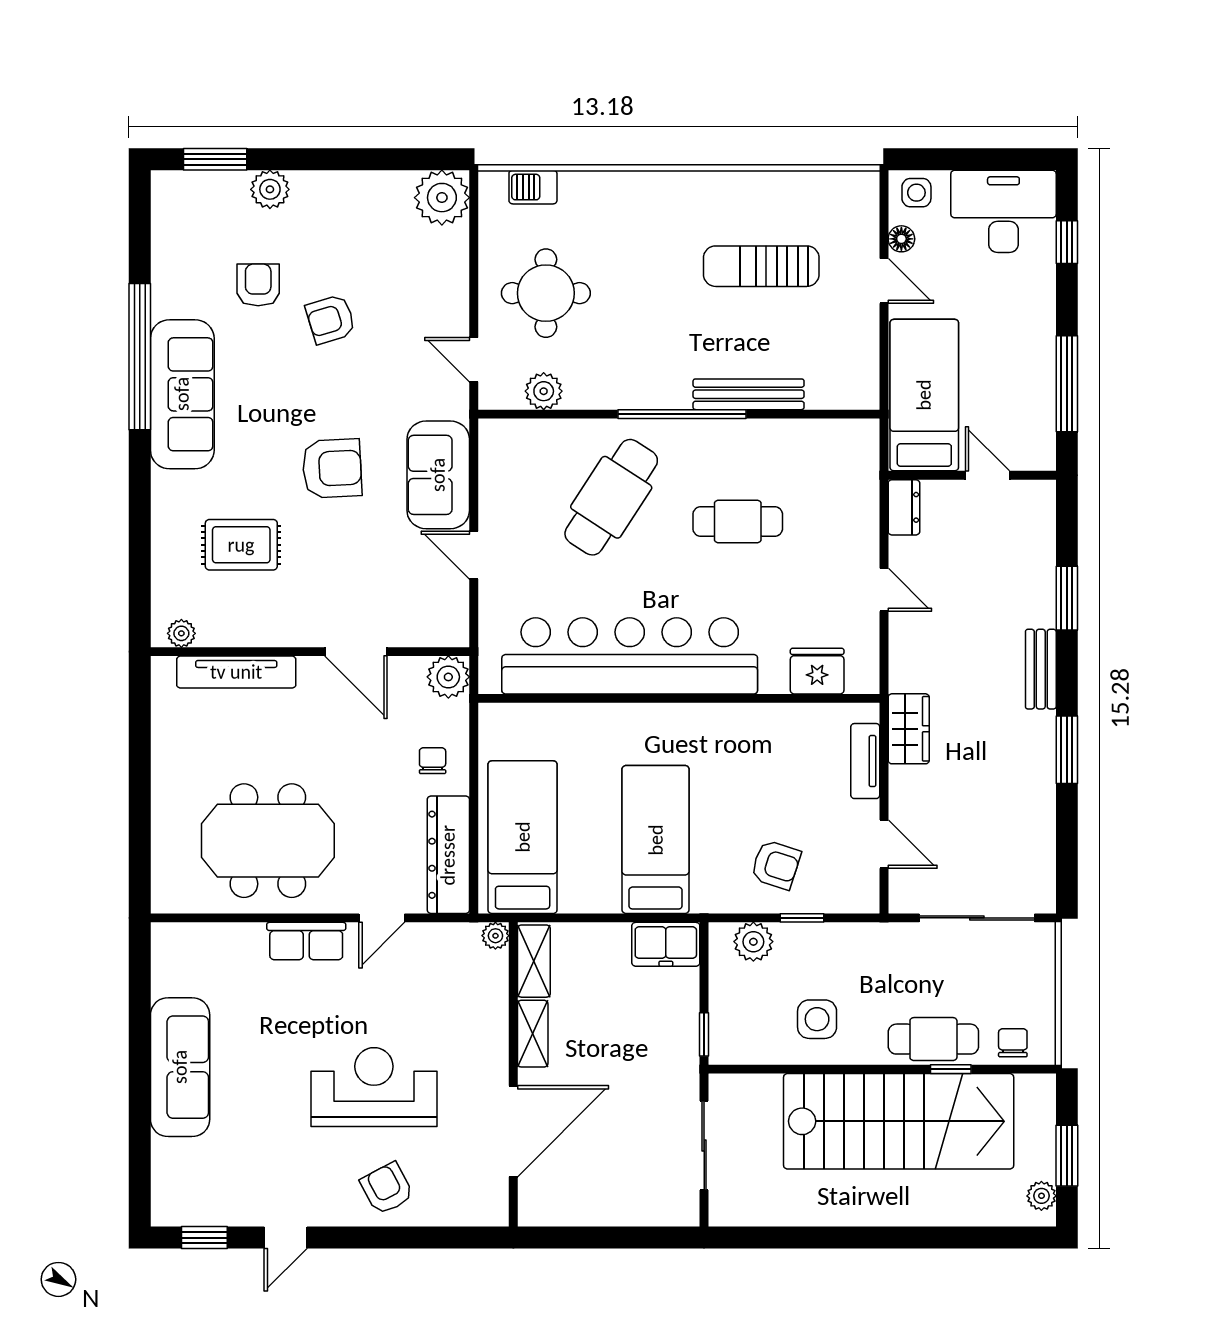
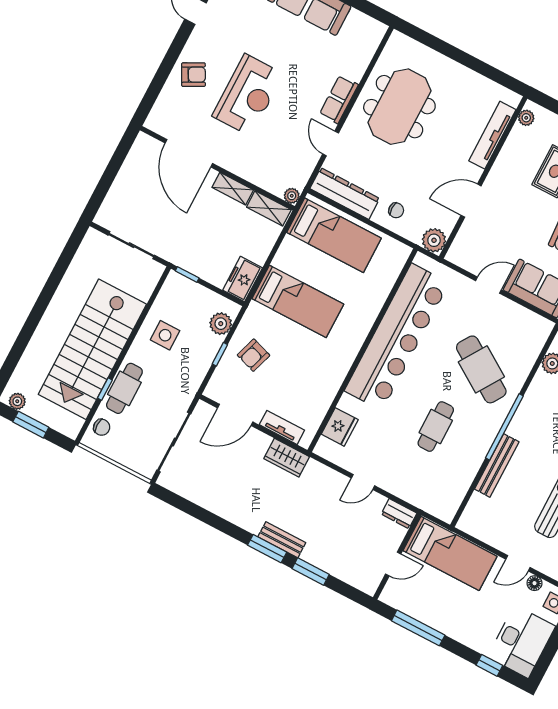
window: (1067, 750) -> (267, 549), moved
door: (884, 844) -> (235, 415), width x1.38

